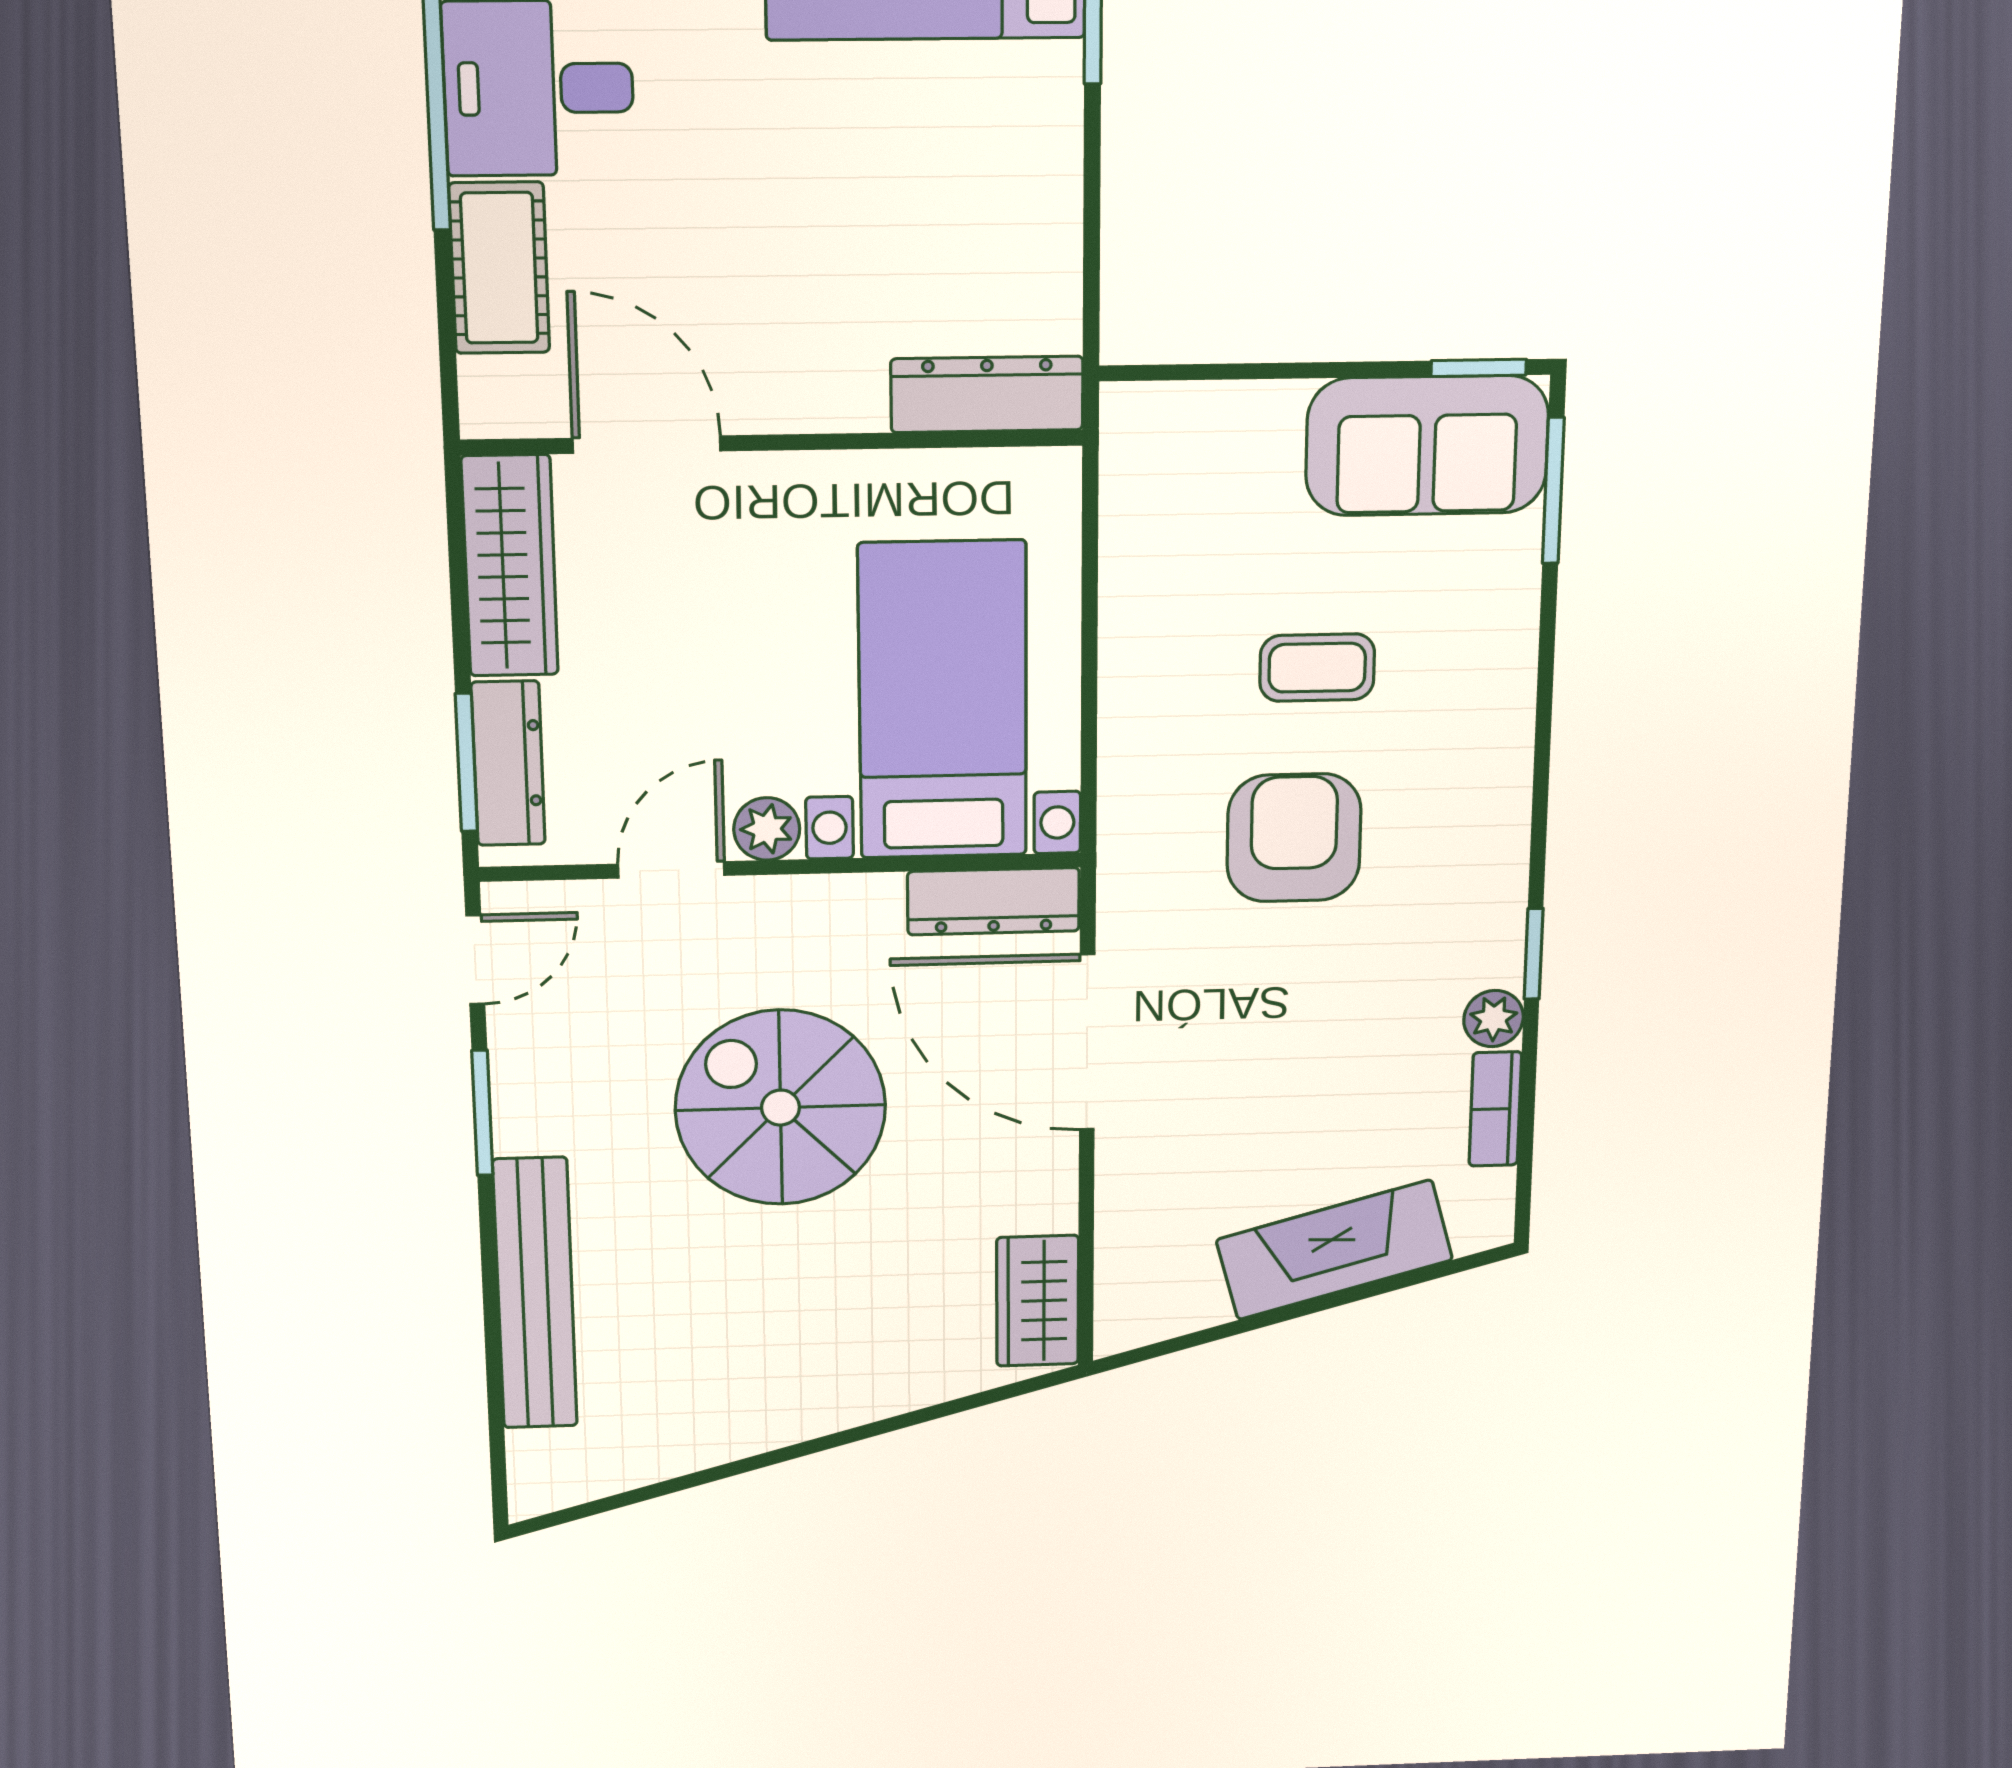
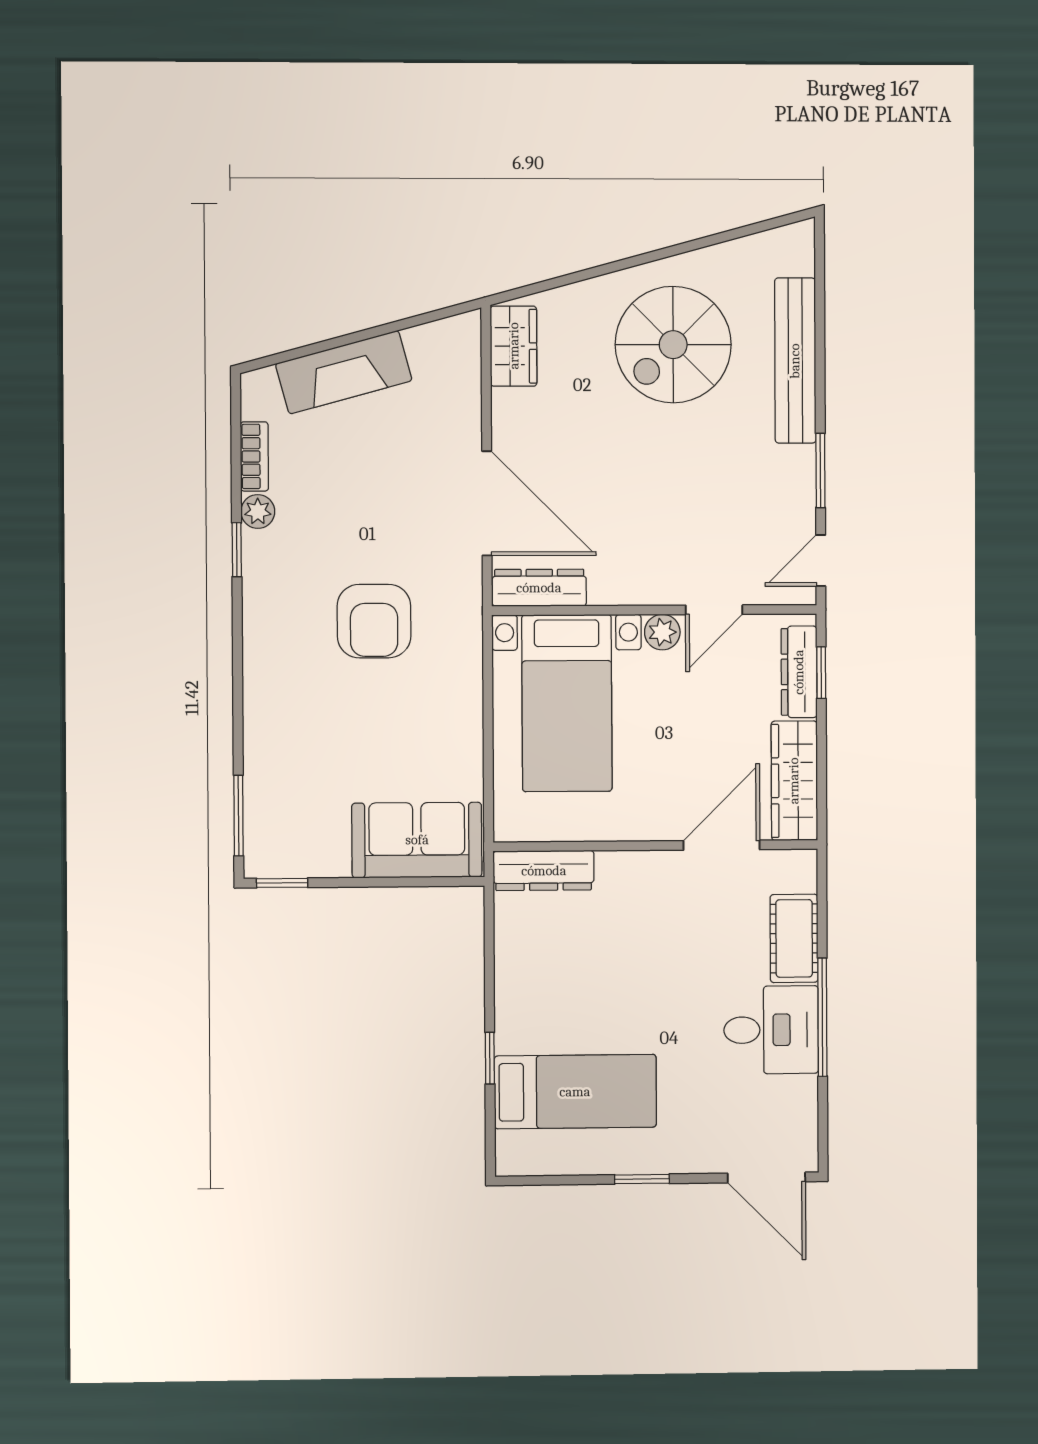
door: (647, 445) -> (722, 845), swing flipped
sofa: (1427, 446) -> (417, 840), moved
coffee table: (1317, 668) -> (364, 718), removed
window: (466, 763) -> (821, 673), width x0.67
spiral stairs: (780, 1108) -> (673, 345), moved, turned 90

